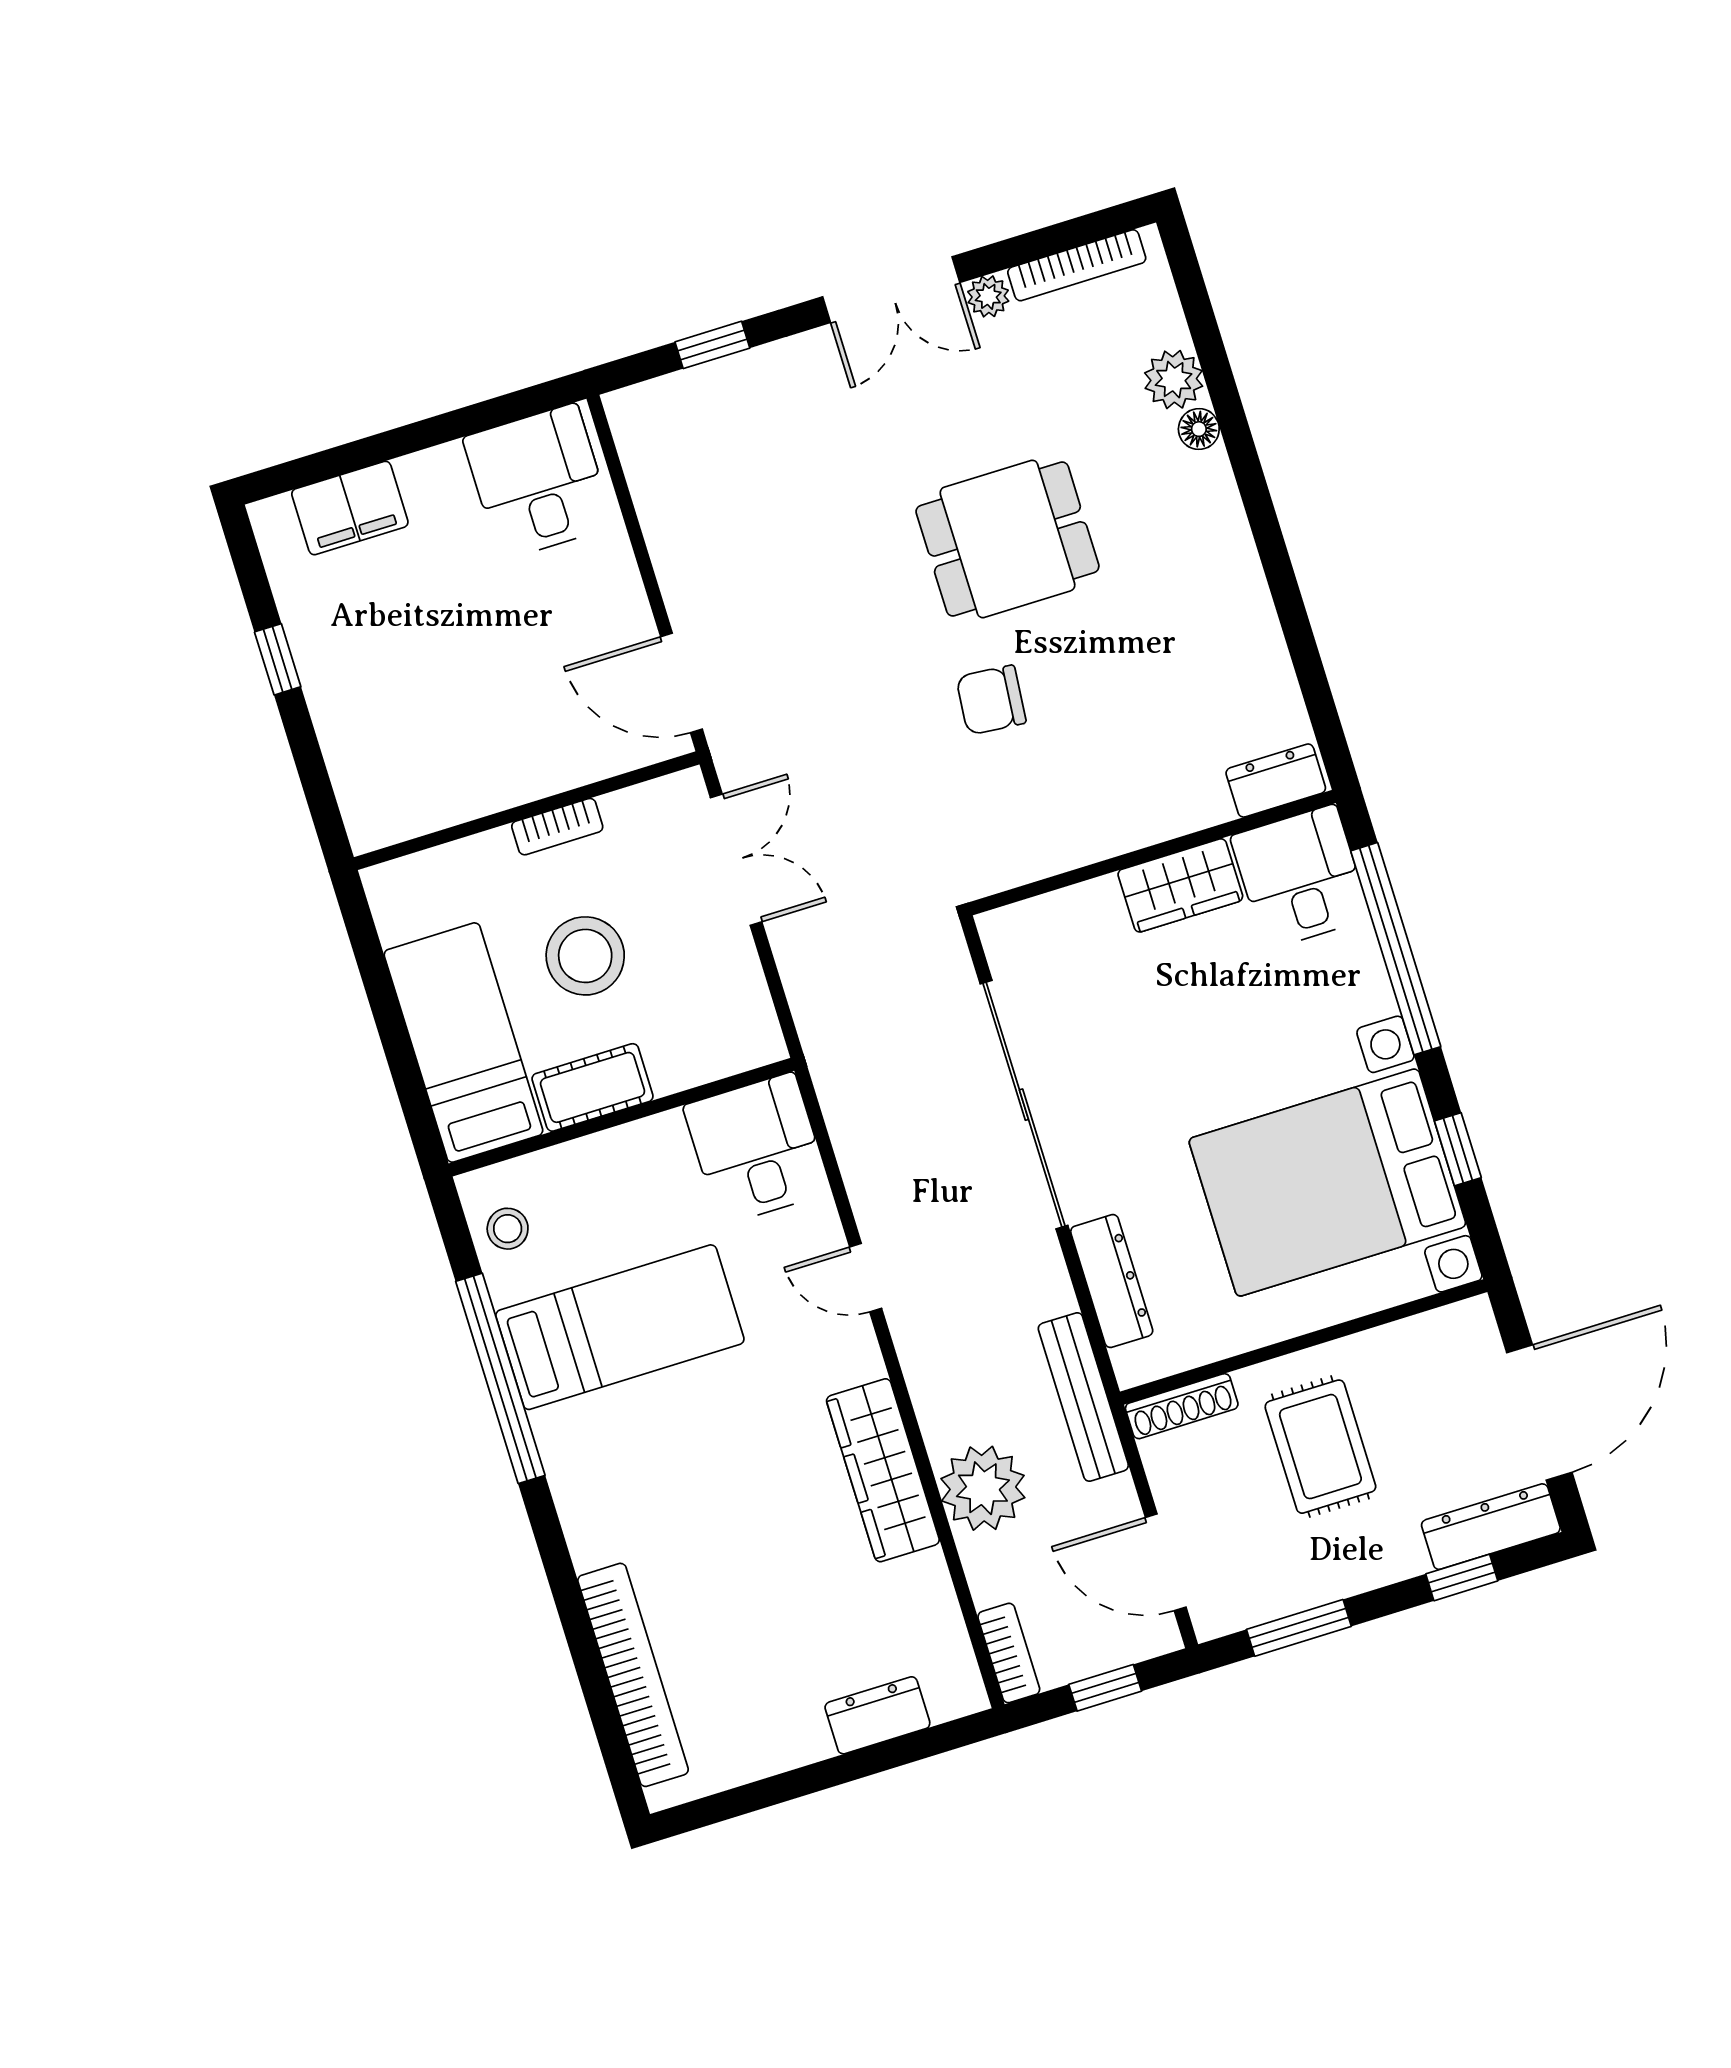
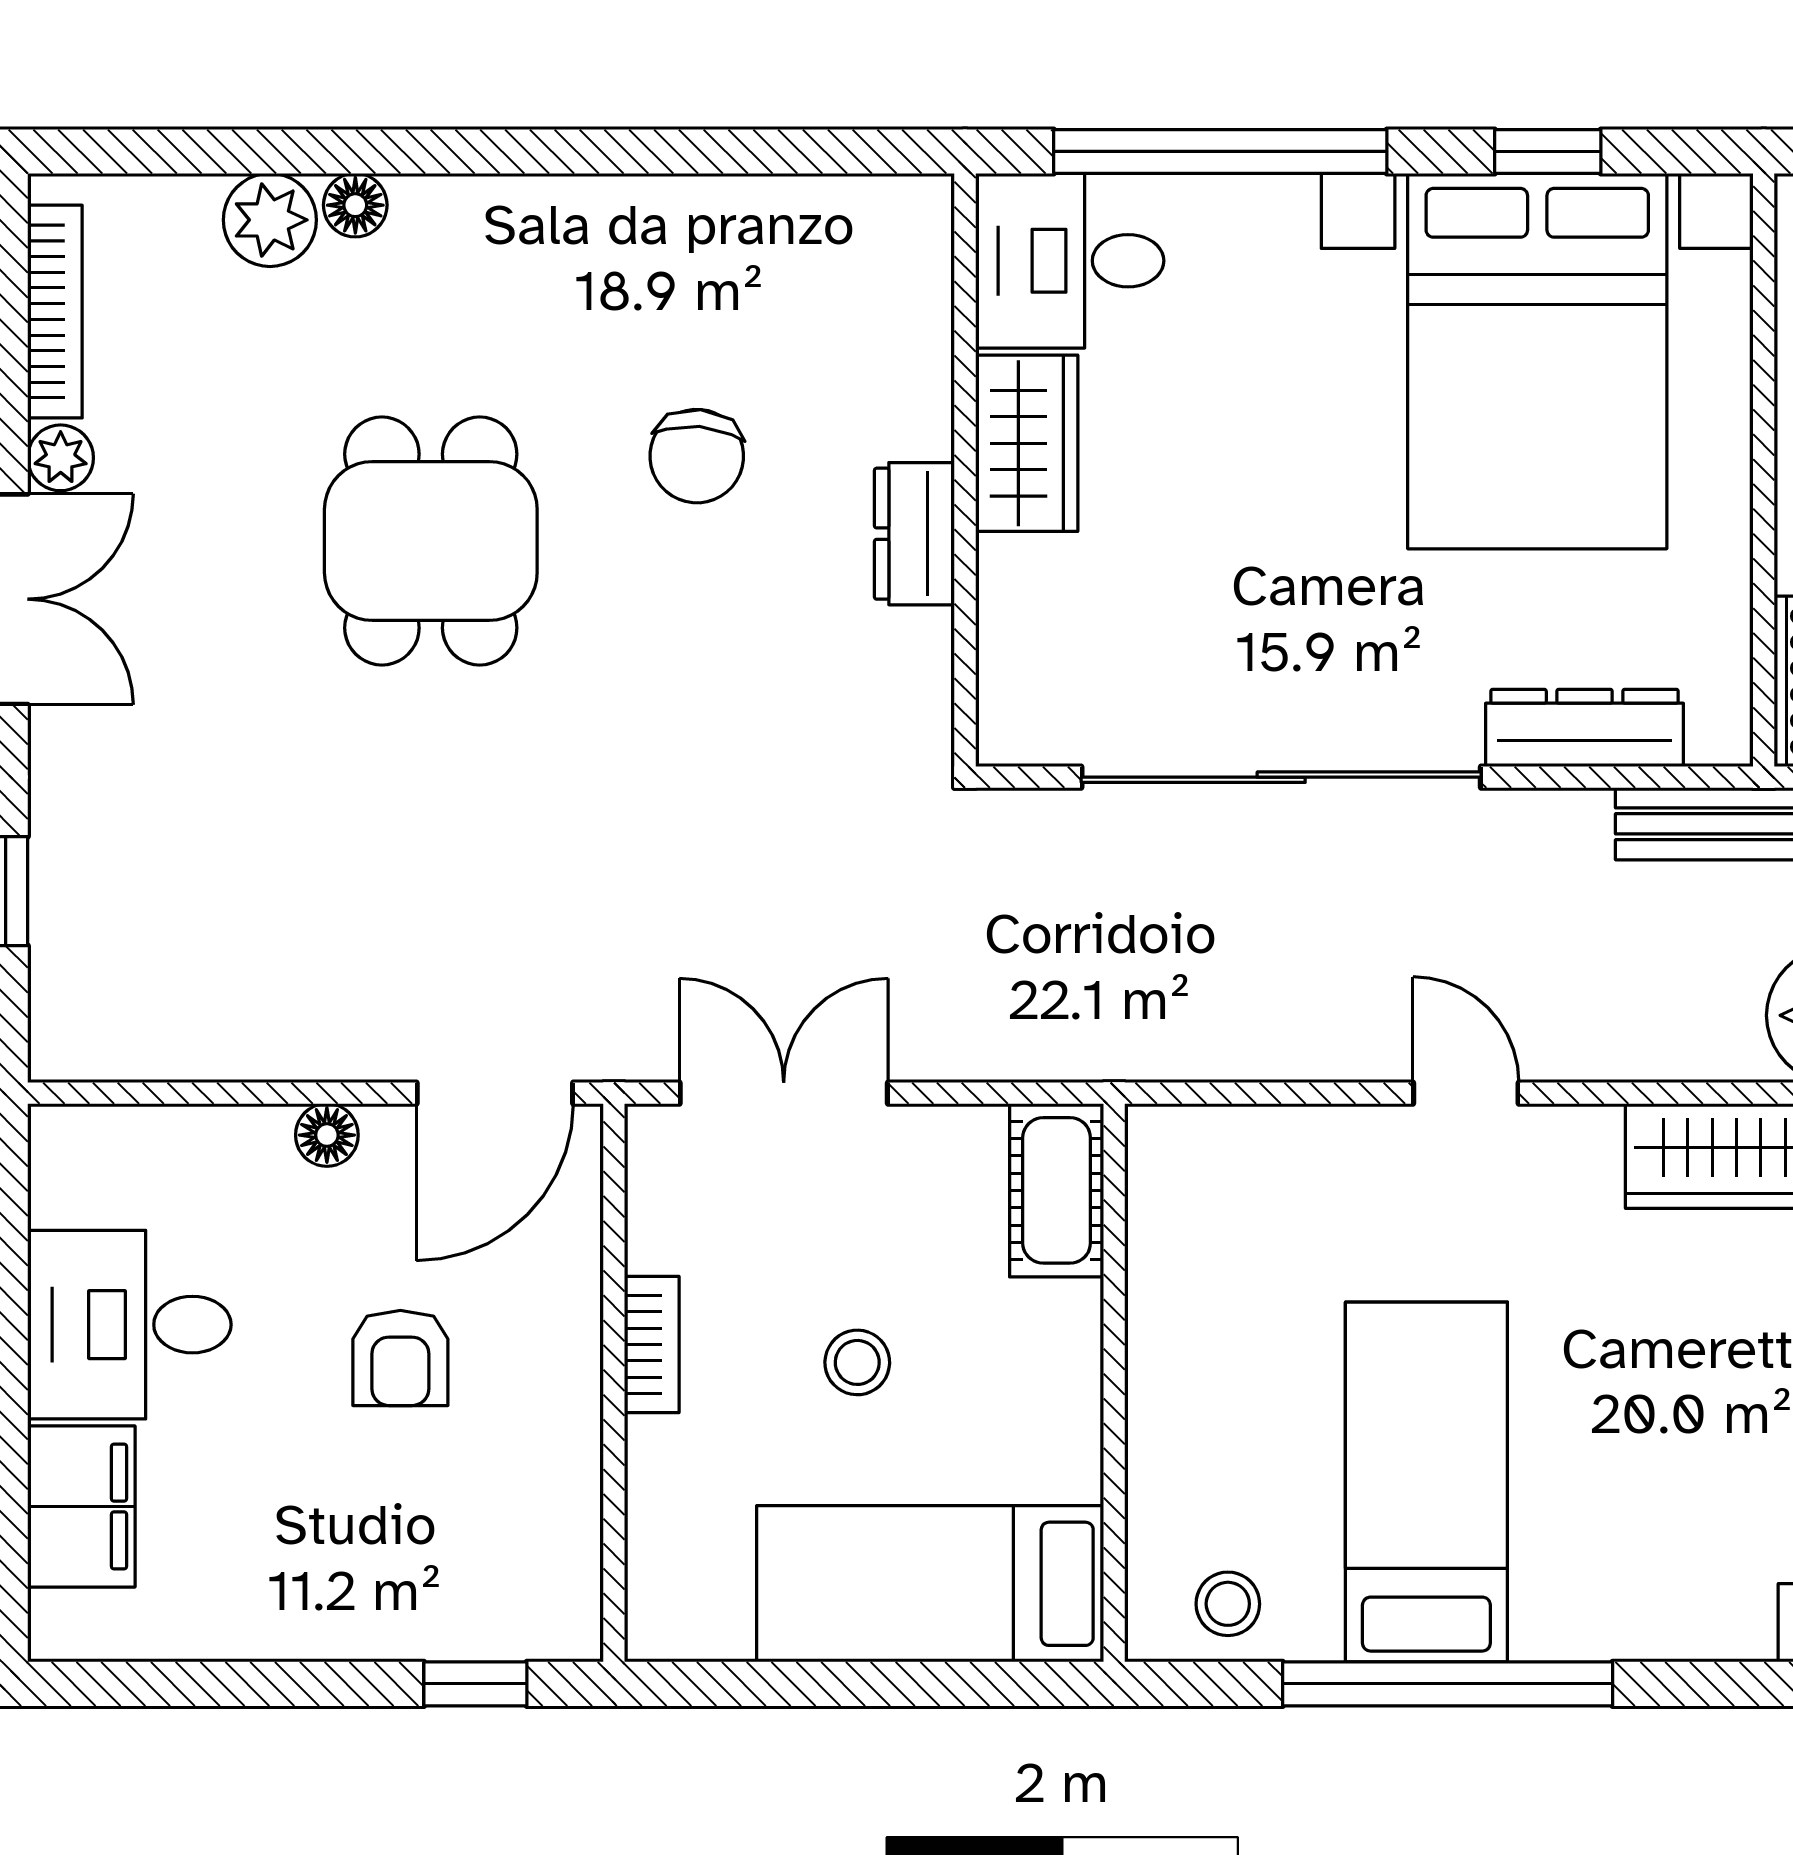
desk: (538, 482) -> (129, 1325), moved
floor lamp: (624, 588) -> (327, 1135), added
window: (278, 659) -> (475, 1684), moved
armchair: (501, 675) -> (400, 1358), added
chair: (991, 700) -> (697, 456), moved
dresser: (1276, 781) -> (914, 534), moved
stool: (585, 956) -> (857, 1362), width x0.53, depth x0.53
cot: (593, 1087) -> (1057, 1190), moved
desk: (757, 1149) -> (1224, 1196), removed
door: (866, 1278) -> (1466, 1093), swing flipped

